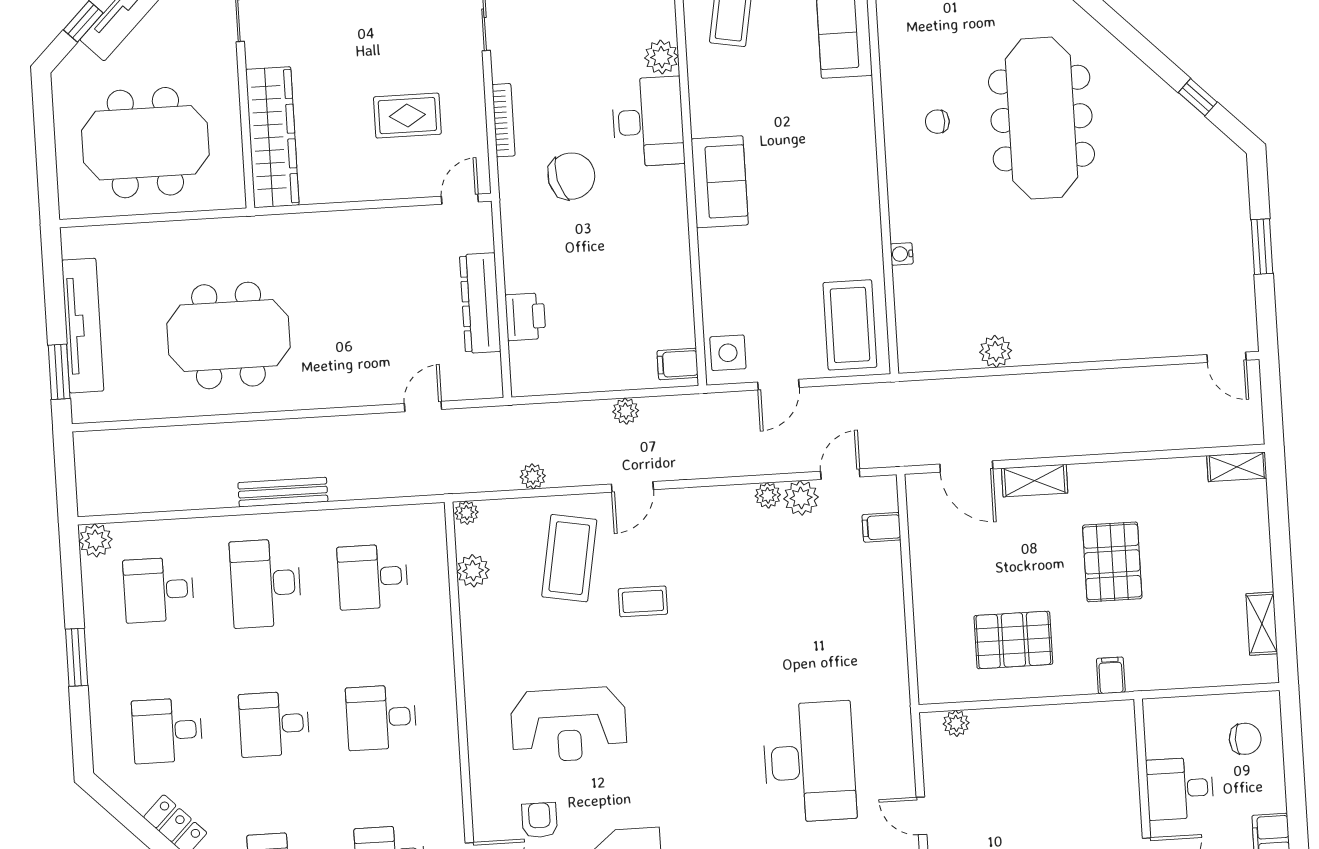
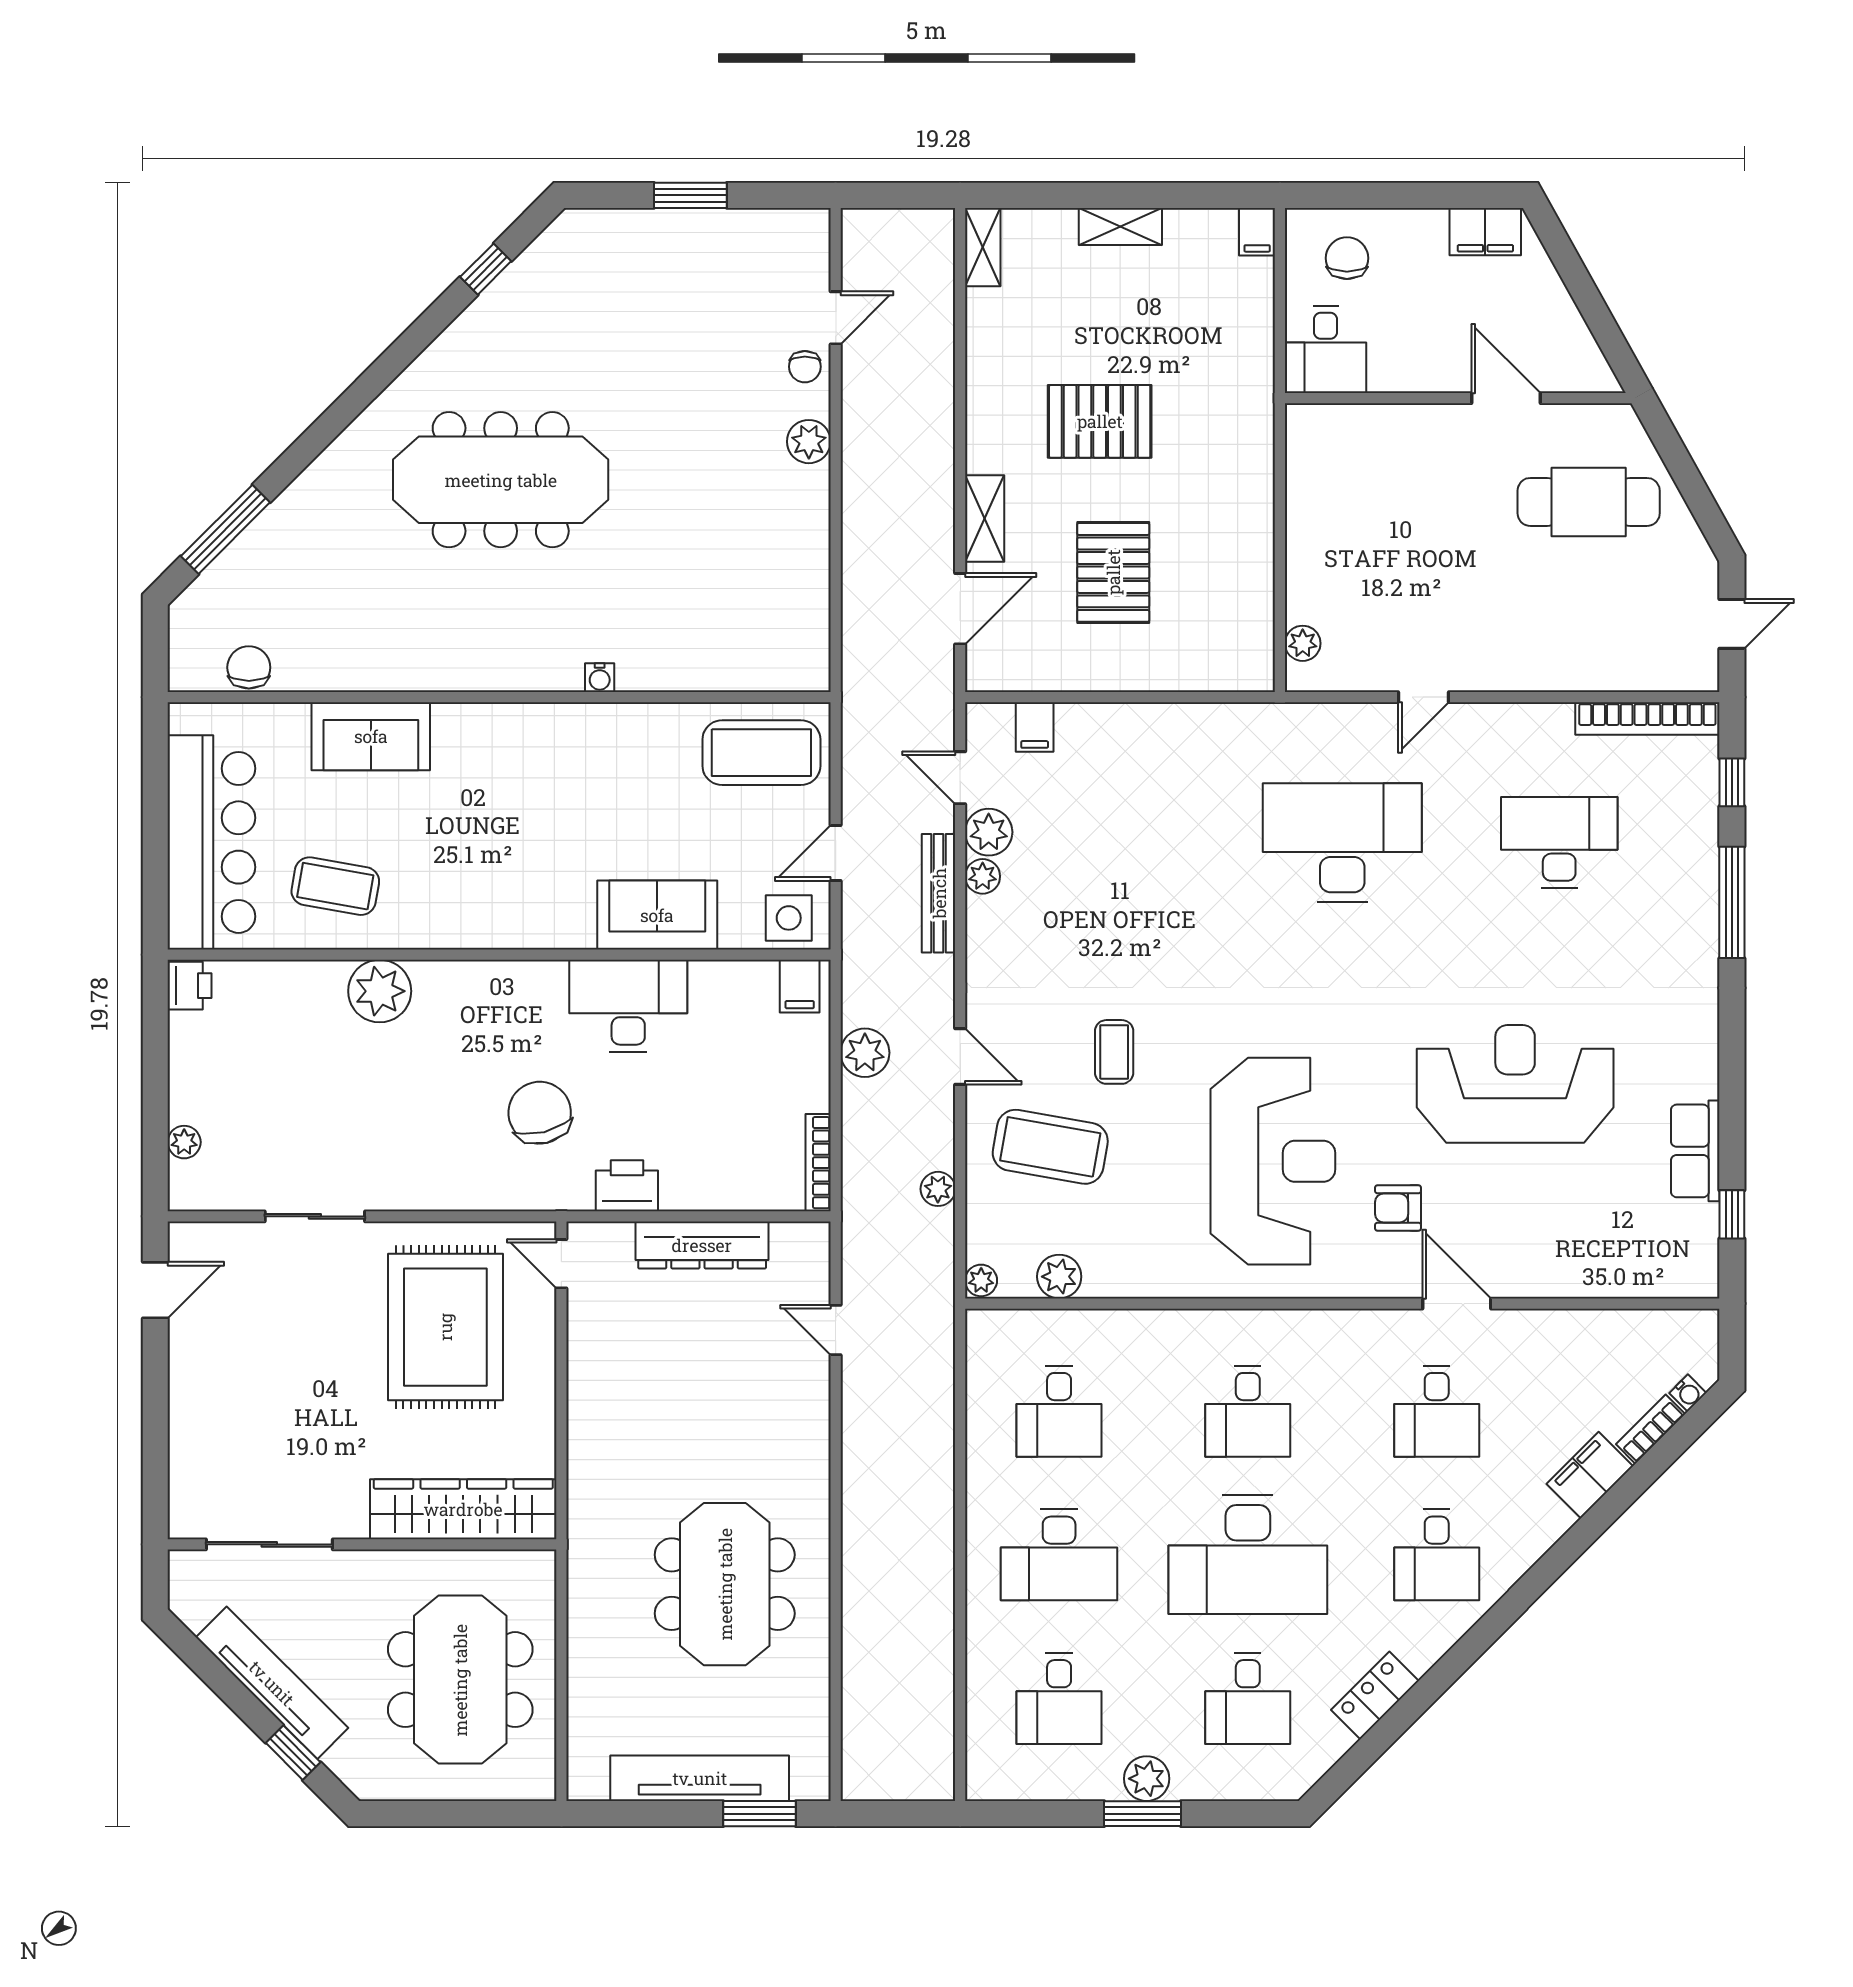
plant: (661, 57) -> (380, 991), width x1.36, depth x1.36
rug: (407, 116) -> (445, 1327), width x1.86, depth x2.06
bookcase: (504, 120) -> (818, 1163), moved, turned -90
desk: (648, 122) -> (628, 1006), moved
chair: (937, 122) -> (805, 367), moved
sofa: (720, 182) -> (657, 915), moved
water cooler: (902, 254) -> (600, 678), moved
printer: (525, 317) -> (627, 1186), moved
plant: (996, 351) -> (809, 442), moved
door: (1227, 357) -> (836, 318), moved
door: (778, 385) -> (836, 853), swing flipped
plant: (626, 411) -> (865, 1053), width x1.38, depth x1.38
bench: (283, 492) -> (939, 893), moved
plant: (96, 540) -> (1147, 1779), moved
shelving: (1262, 624) -> (1120, 227), moved
pallet: (1013, 640) -> (1113, 572), moved
filing cabinet: (1111, 675) -> (1257, 232), moved, turned -90
desk: (274, 724) -> (1248, 1555), width x1.87, depth x1.30
reception desk: (569, 725) -> (1273, 1161), width x1.36, depth x1.30
desk: (1180, 789) -> (1326, 349), moved

